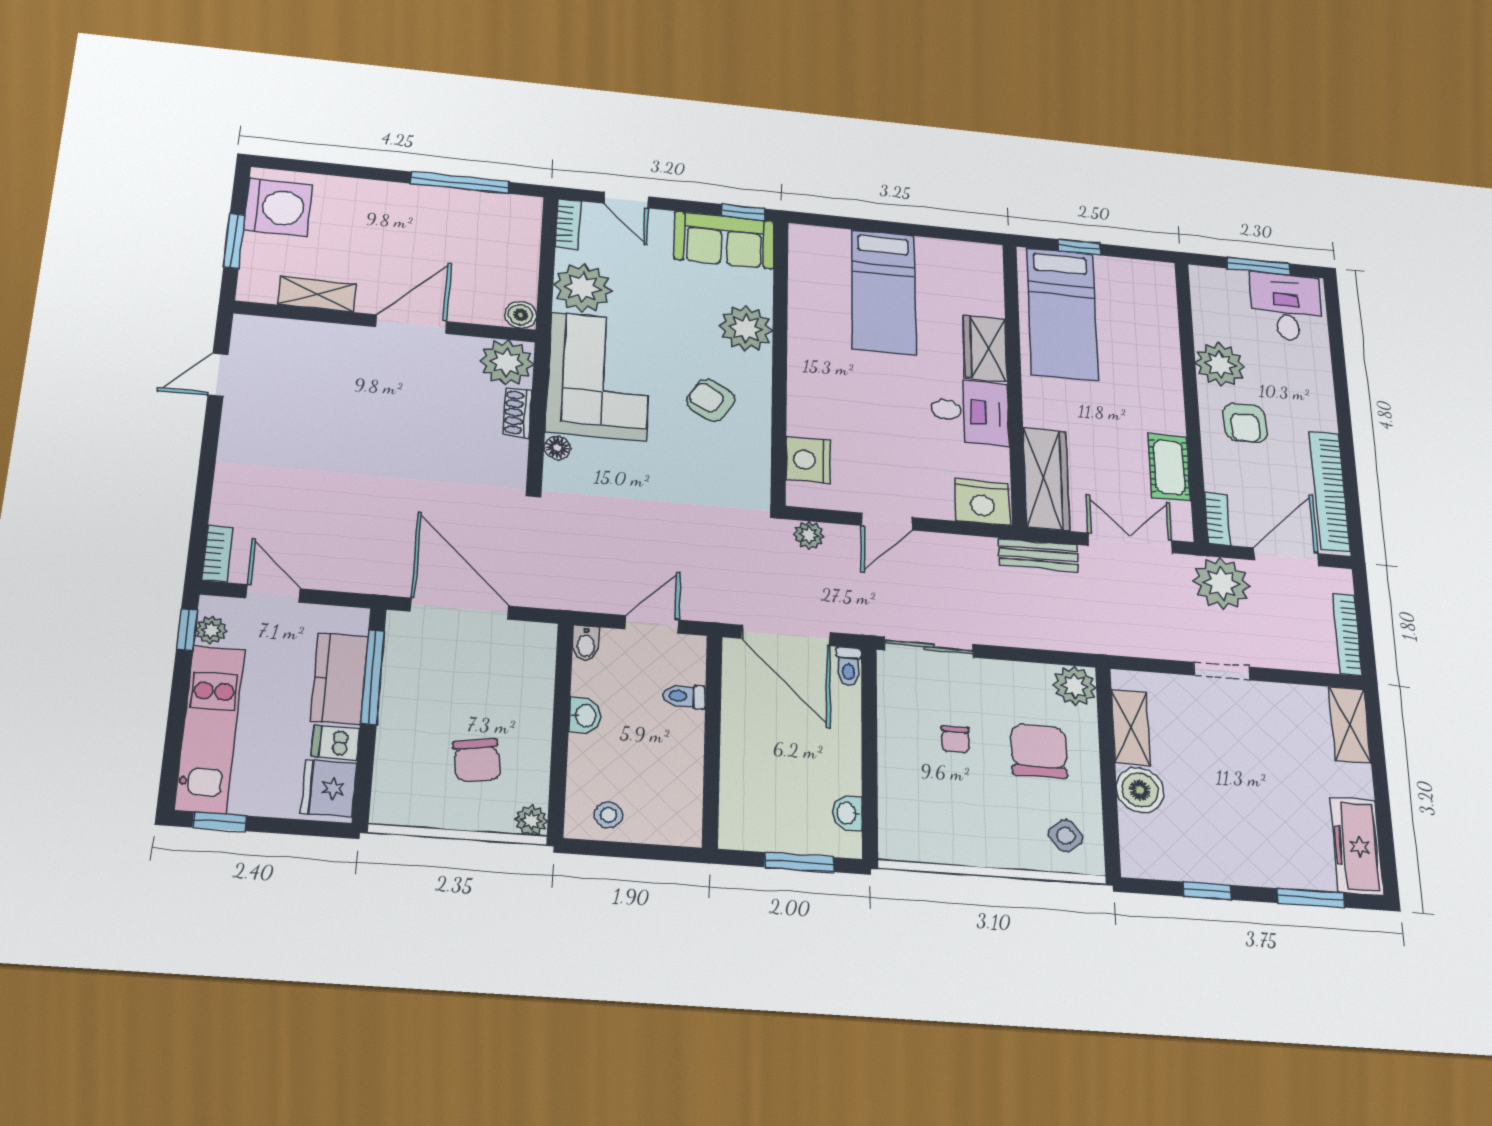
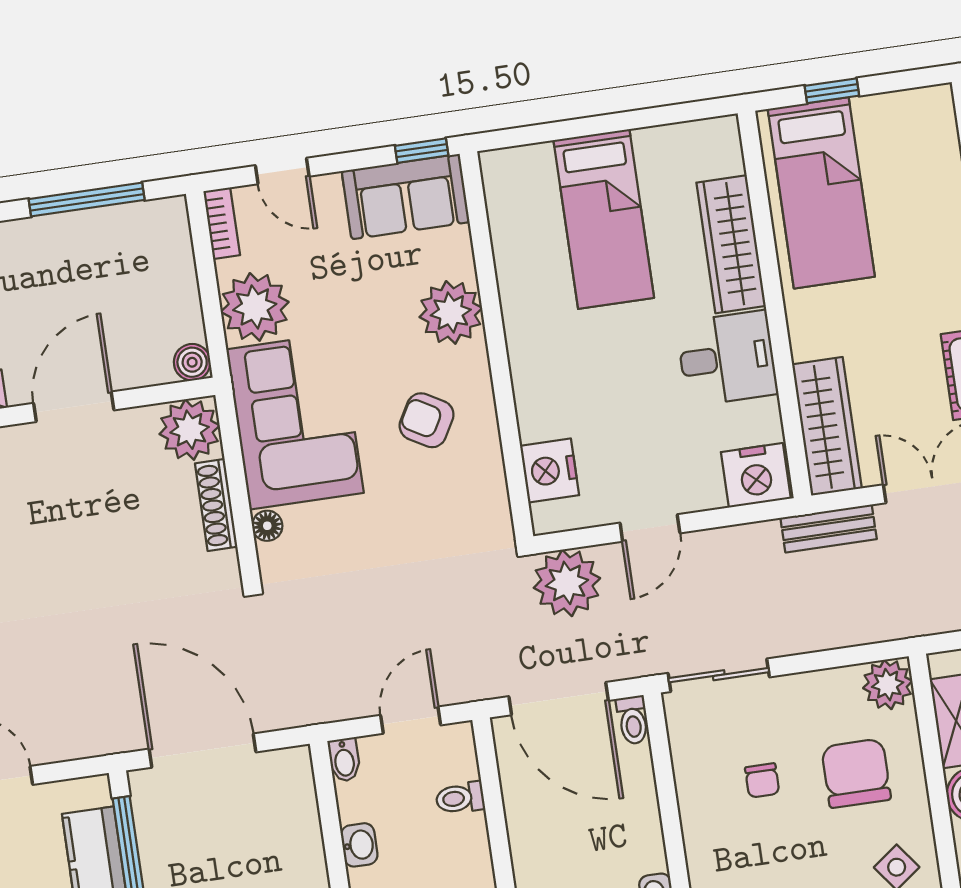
wardrobe: (985, 348) -> (731, 244), width x1.50
shoe rack: (517, 413) -> (216, 505), width x1.43
plant: (809, 535) -> (567, 583), width x1.87, depth x1.87

